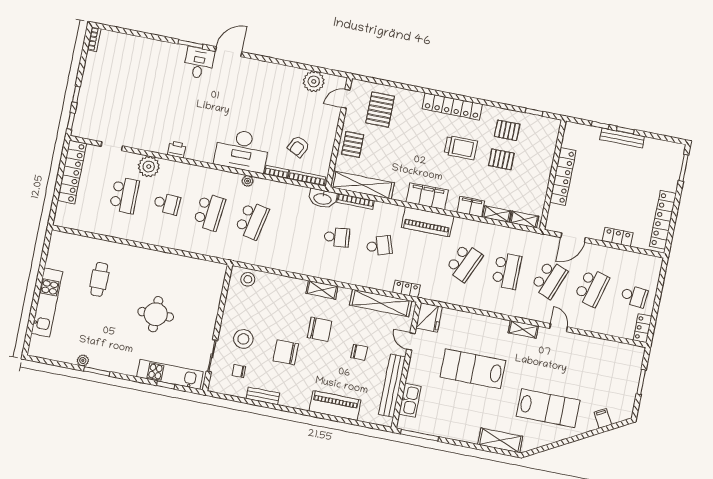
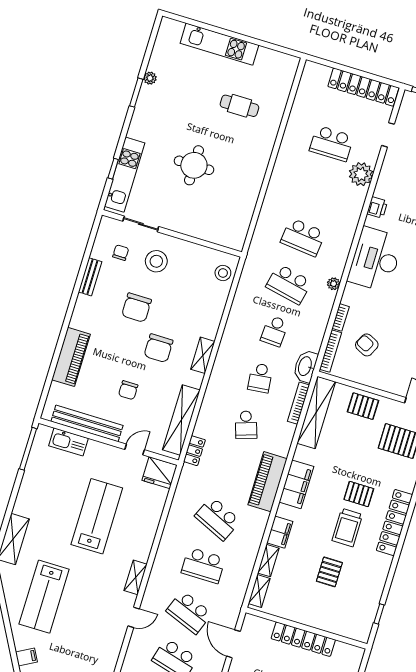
pallet: (507, 130) -> (359, 494), moved, turned 90
desk: (242, 150) -> (375, 259), moved
school desk: (167, 204) -> (275, 331), moved
chair: (286, 352) -> (137, 308), turned 180

